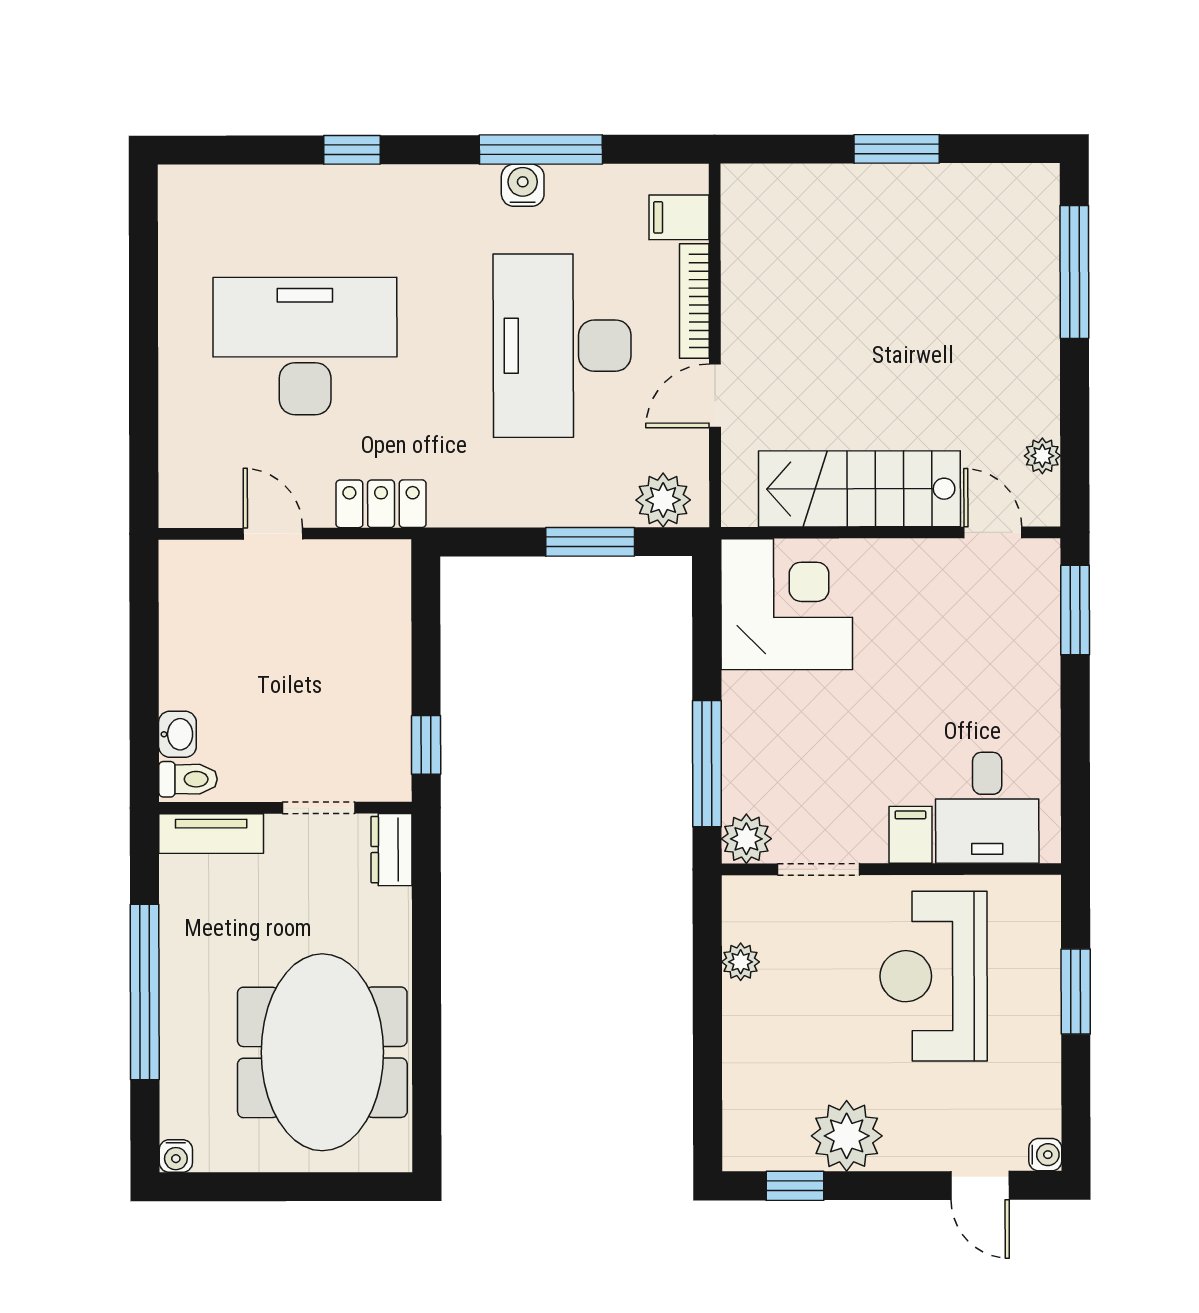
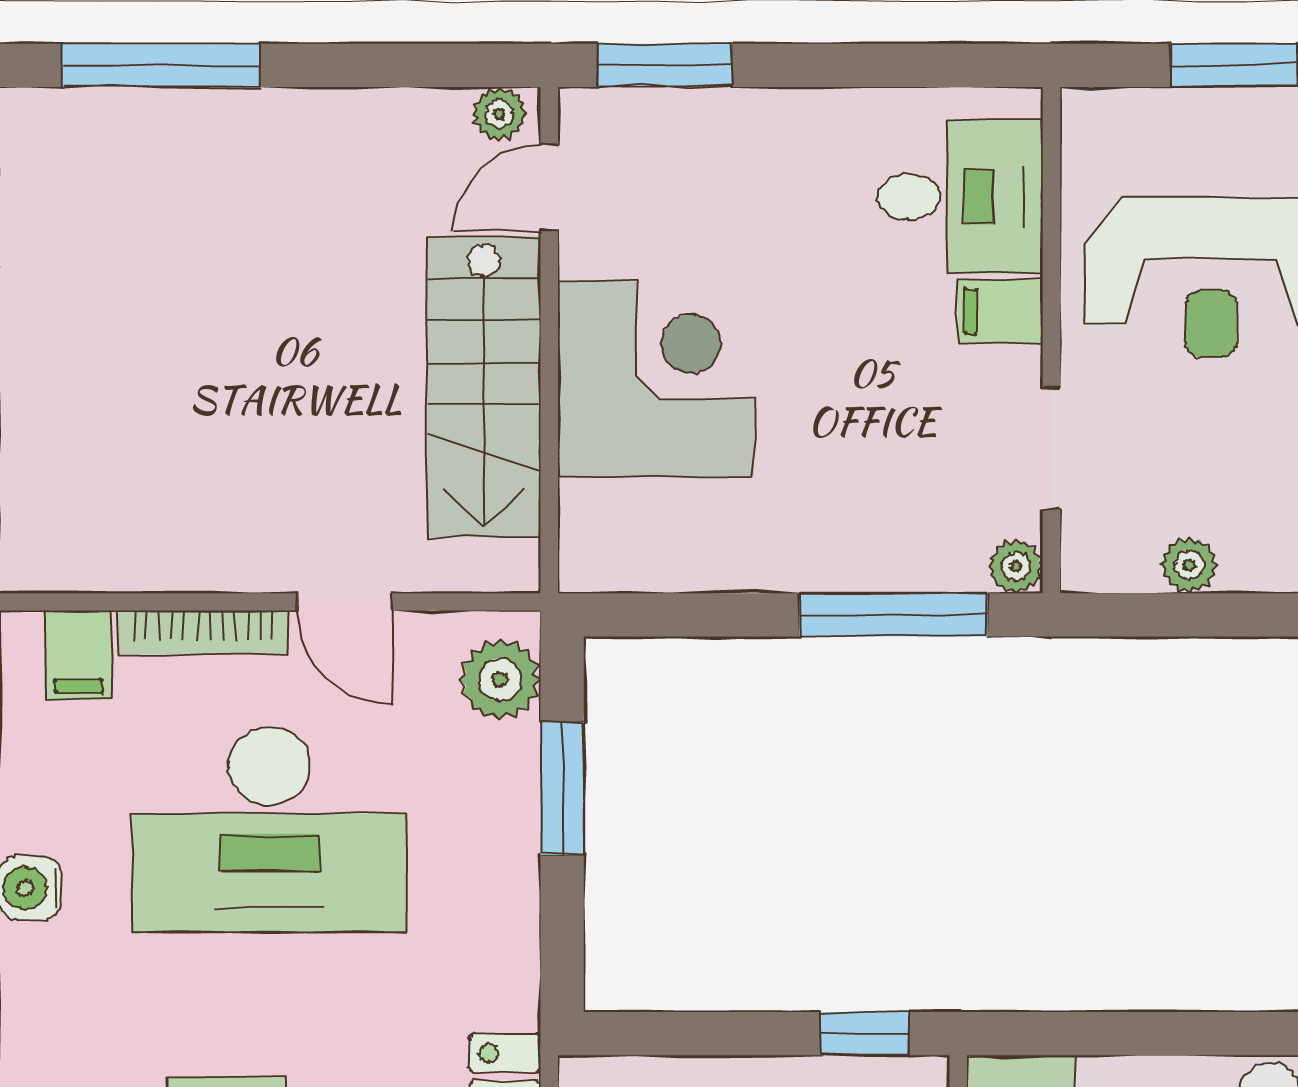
plant: (1042, 456) -> (499, 114), moved
corner desk: (787, 604) -> (656, 379), moved, turned 90
plant: (746, 839) -> (1016, 566), width x0.73, depth x0.73

